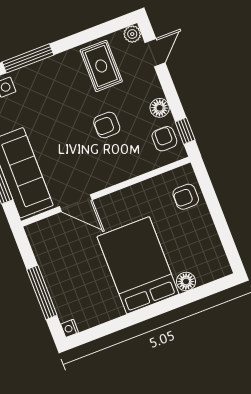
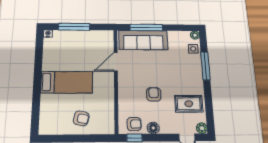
armchair: (186, 197) -> (81, 118), moved, turned 102
bed: (138, 265) -> (67, 82), width x0.67
floor lamp: (186, 281) -> (46, 106), removed

